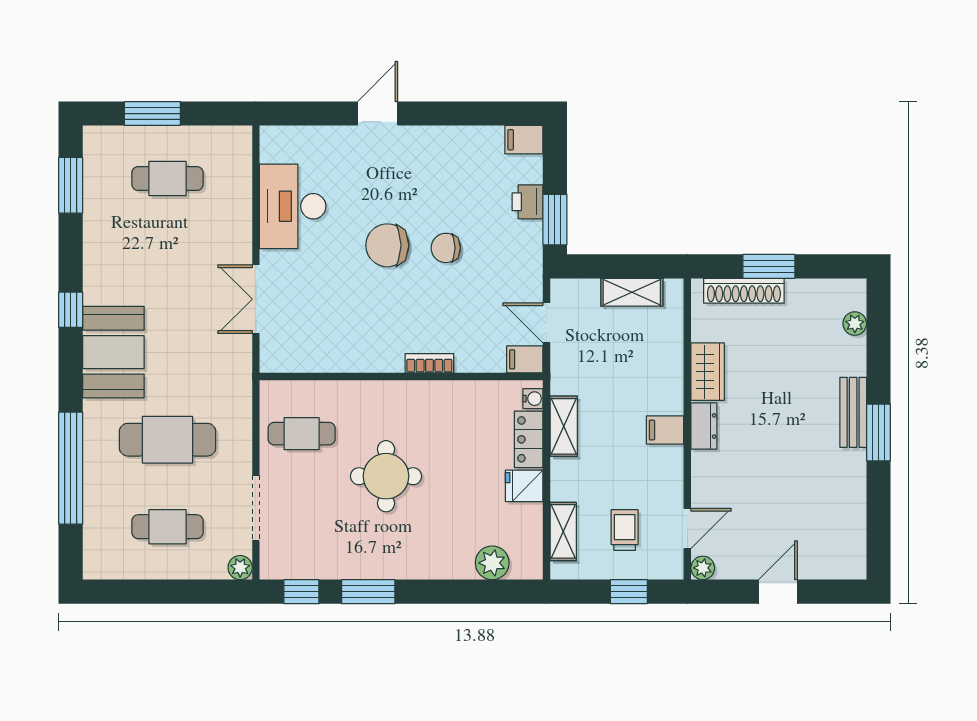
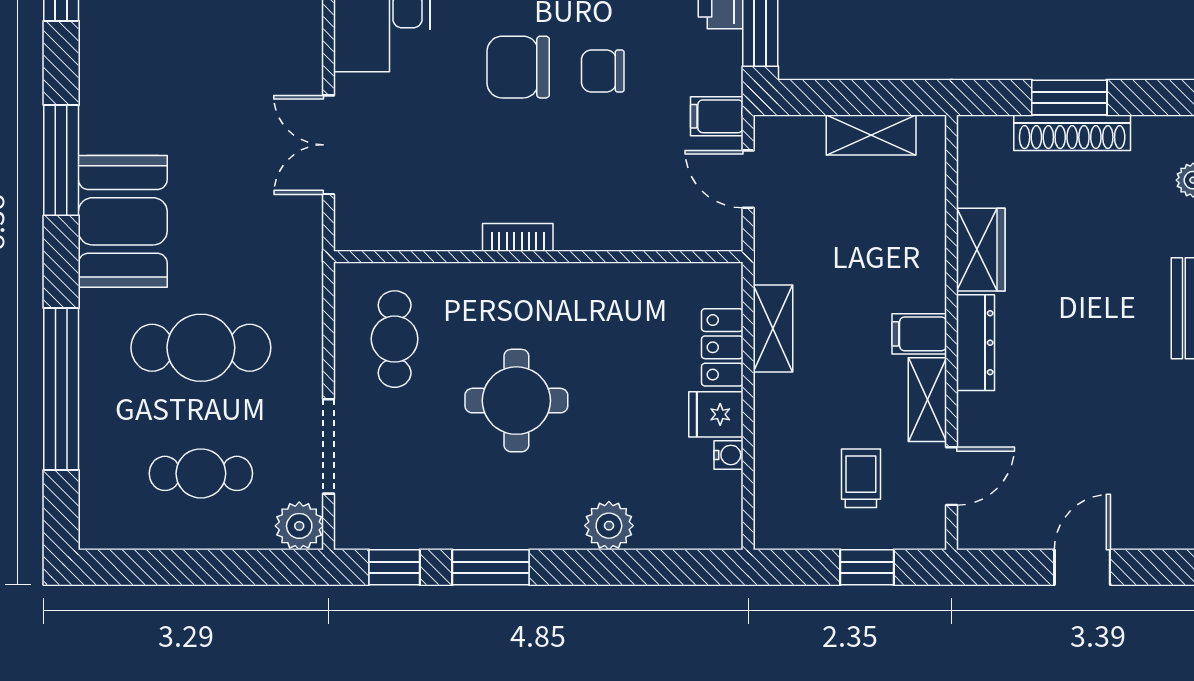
shoe rack: (744, 291) -> (1072, 133), moved
window: (71, 310) -> (61, 160), width x2.17
filing cabinet: (525, 359) -> (717, 116), moved
bookcase: (429, 363) -> (518, 237), moved
water cooler: (533, 399) -> (729, 455), moved
dresser: (704, 426) -> (975, 343), width x1.44
cafe table: (302, 434) -> (395, 339), turned 90
shelving: (563, 531) -> (927, 400), moved
plant: (492, 563) -> (609, 526), moved
plant: (240, 568) -> (299, 526), width x1.38, depth x1.38
plant: (703, 568) -> (974, 533), removed

